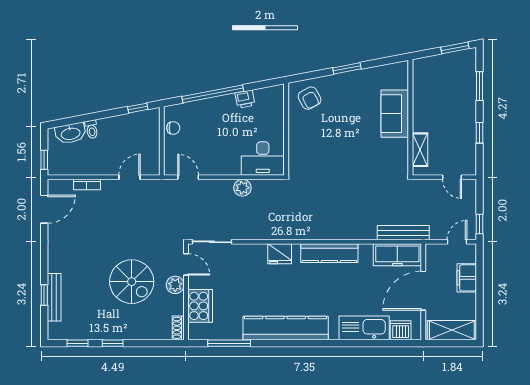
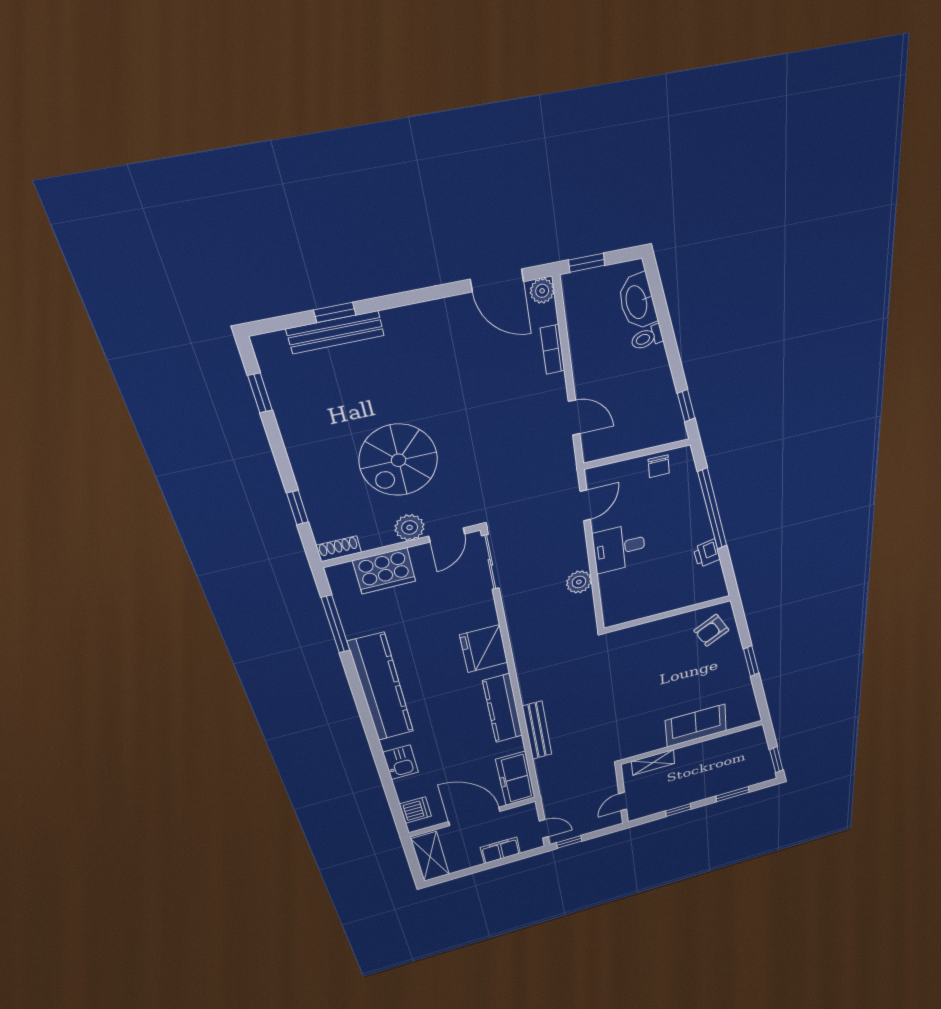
desk: (263, 158) -> (619, 548), moved, width x0.73
plant: (54, 186) -> (542, 291), added
bench: (403, 233) -> (537, 731), moved
fridge: (280, 254) -> (484, 649), width x1.36, depth x1.34
kitchen sink: (364, 328) -> (401, 762), width x0.53, depth x0.81
window: (113, 343) -> (298, 508), moved

